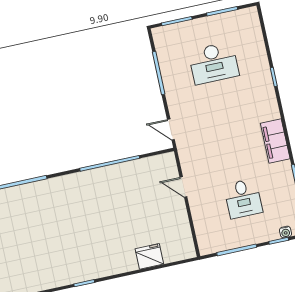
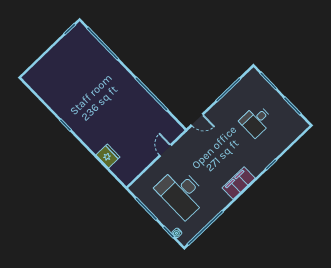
desk: (214, 63) -> (256, 121), width x0.73
door: (171, 129) -> (197, 120), swing flipped
filing cabinet: (275, 141) -> (239, 183), moved
desk: (243, 199) -> (182, 193), width x1.87, depth x1.30

